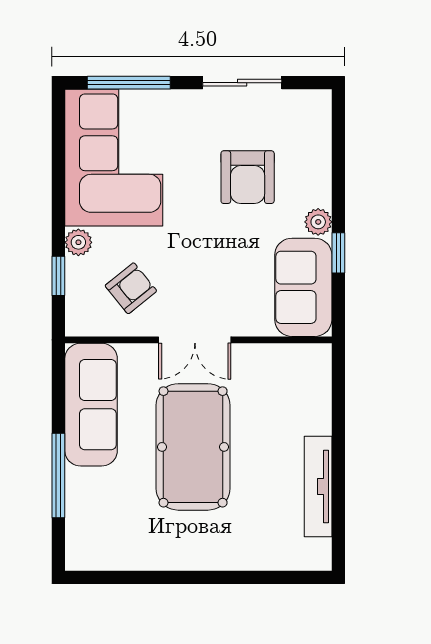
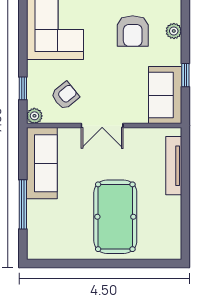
plant: (318, 222) -> (174, 31), moved
plant: (78, 242) -> (34, 116), moved
pool table: (193, 447) -> (115, 217), moved
tv unit: (318, 487) -> (174, 166), moved

